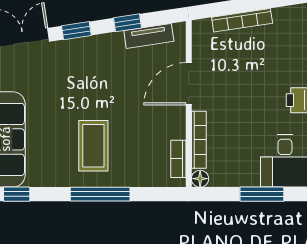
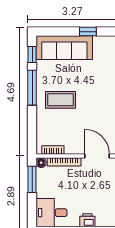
window: (100, 194) -> (32, 88), moved
window: (262, 194) -> (32, 179), moved

